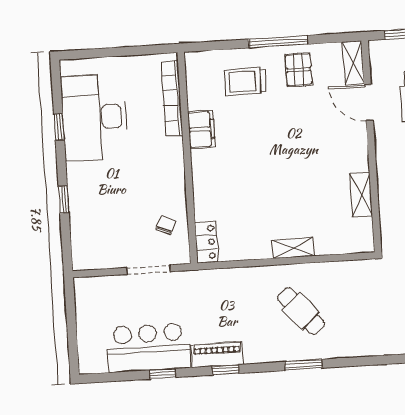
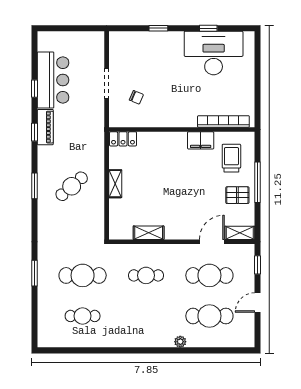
bookcase: (172, 98) -> (223, 121), moved
filing cabinet: (201, 129) -> (201, 140), moved
wall: (187, 158) -> (182, 130), moved
locker: (206, 242) -> (123, 139), moved

